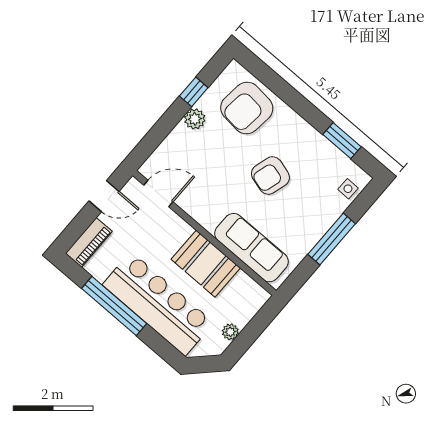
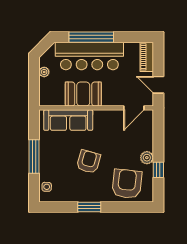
window: (342, 141) -> (89, 207), moved
door: (104, 196) -> (158, 85), hinge flipped
window: (114, 306) -> (91, 37), moved

